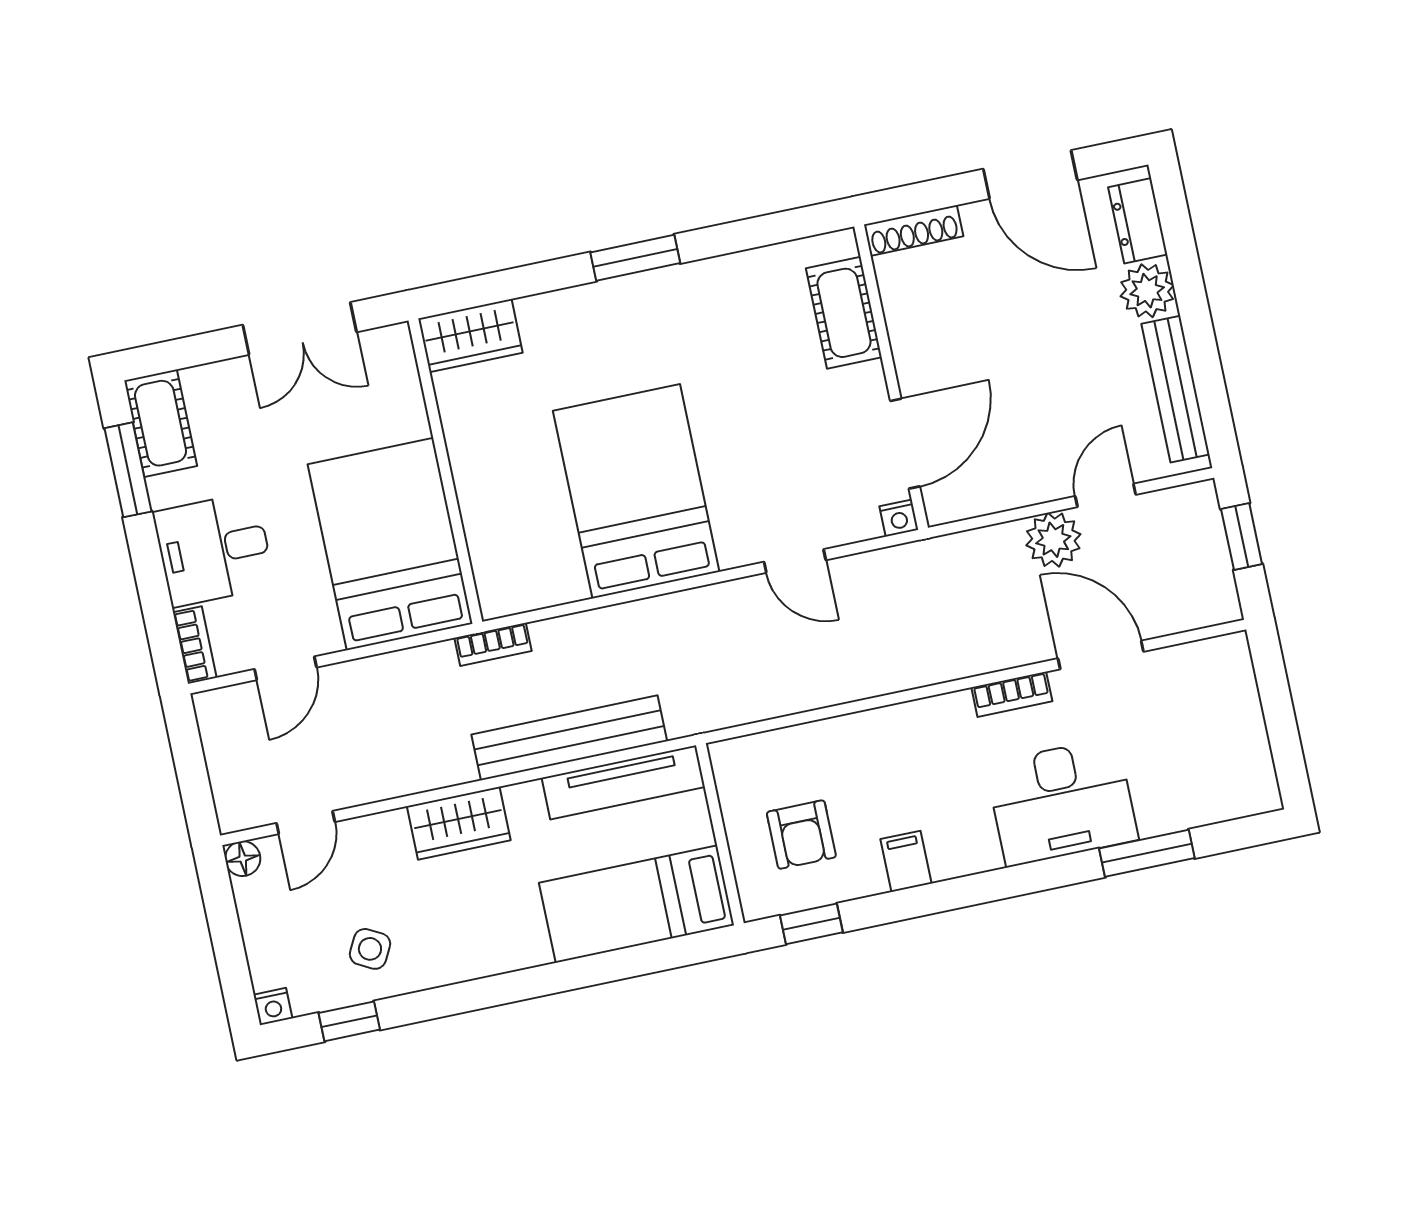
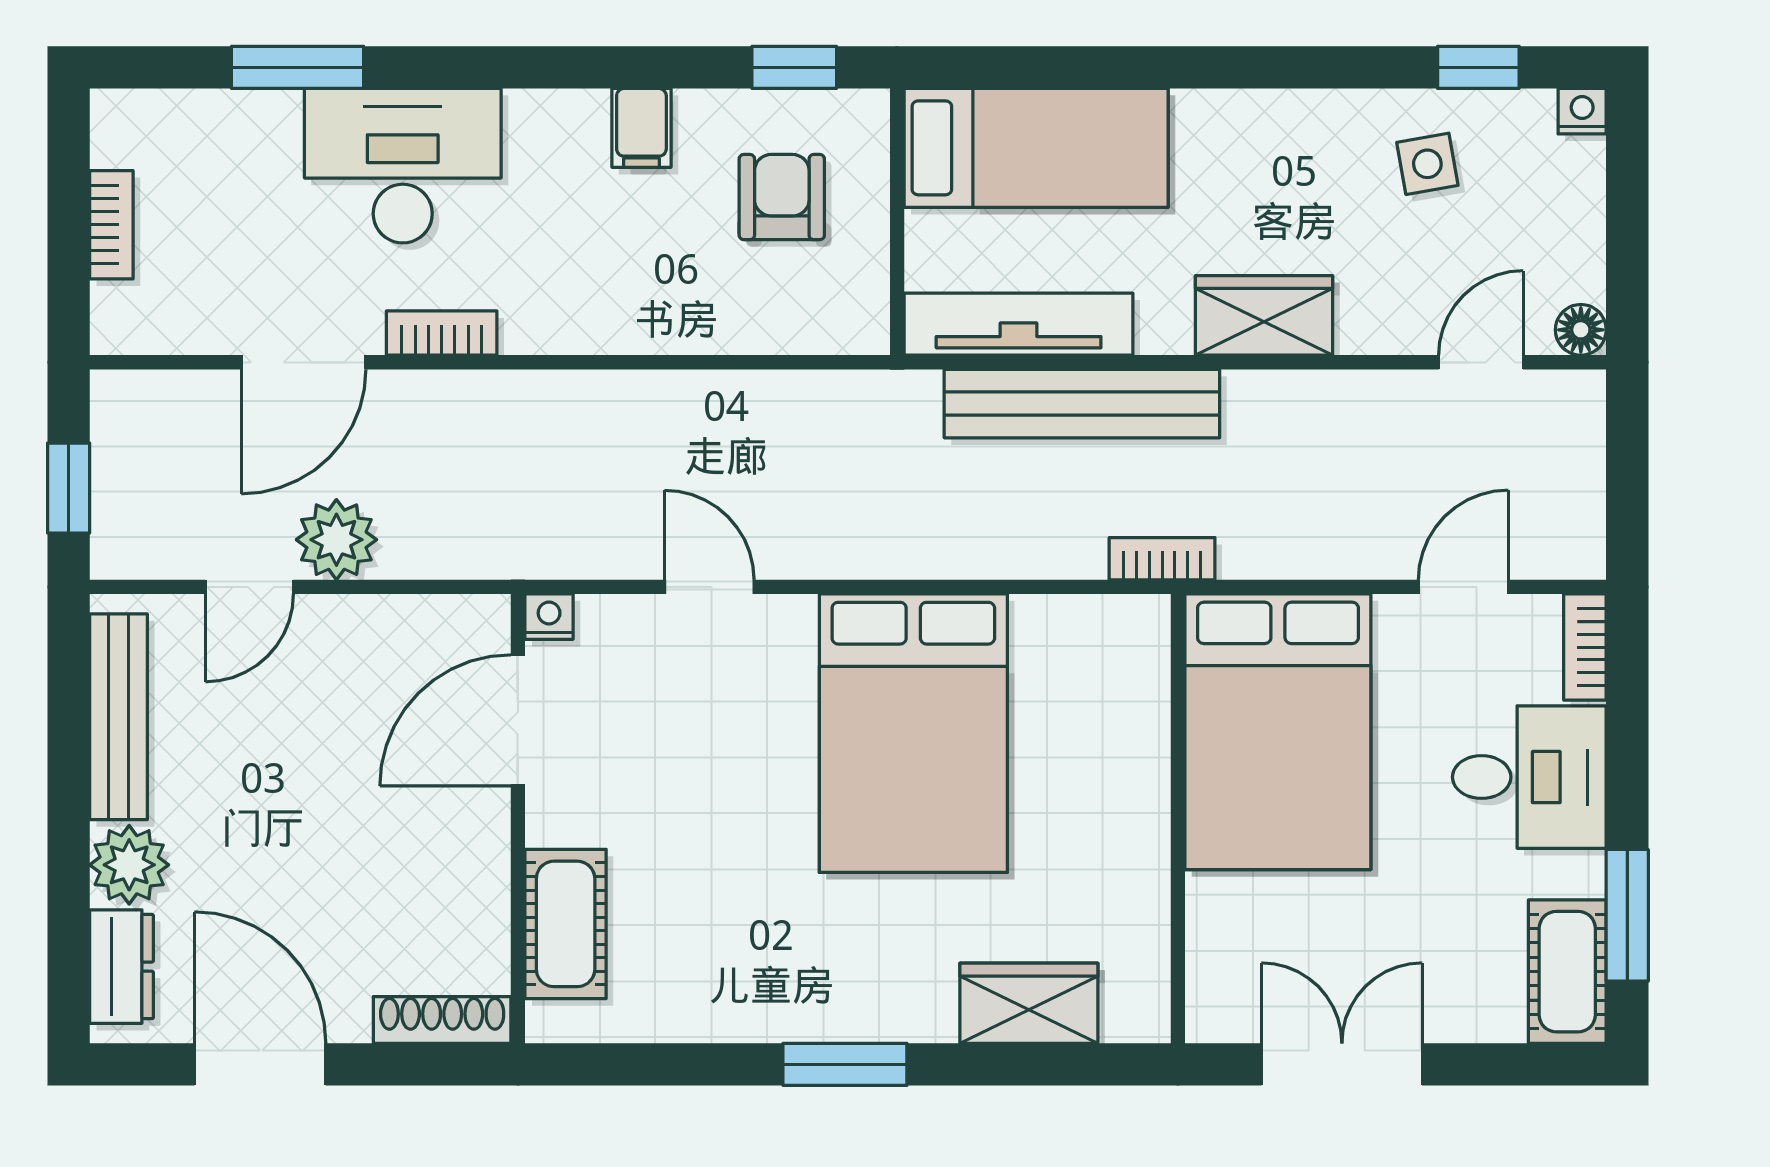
wardrobe: (470, 336) -> (1029, 1003), moved
door: (1101, 655) -> (304, 362), hinge flipped
bookcase: (1250, 720) -> (111, 225), added
side table: (370, 949) -> (1427, 164), turned -38

